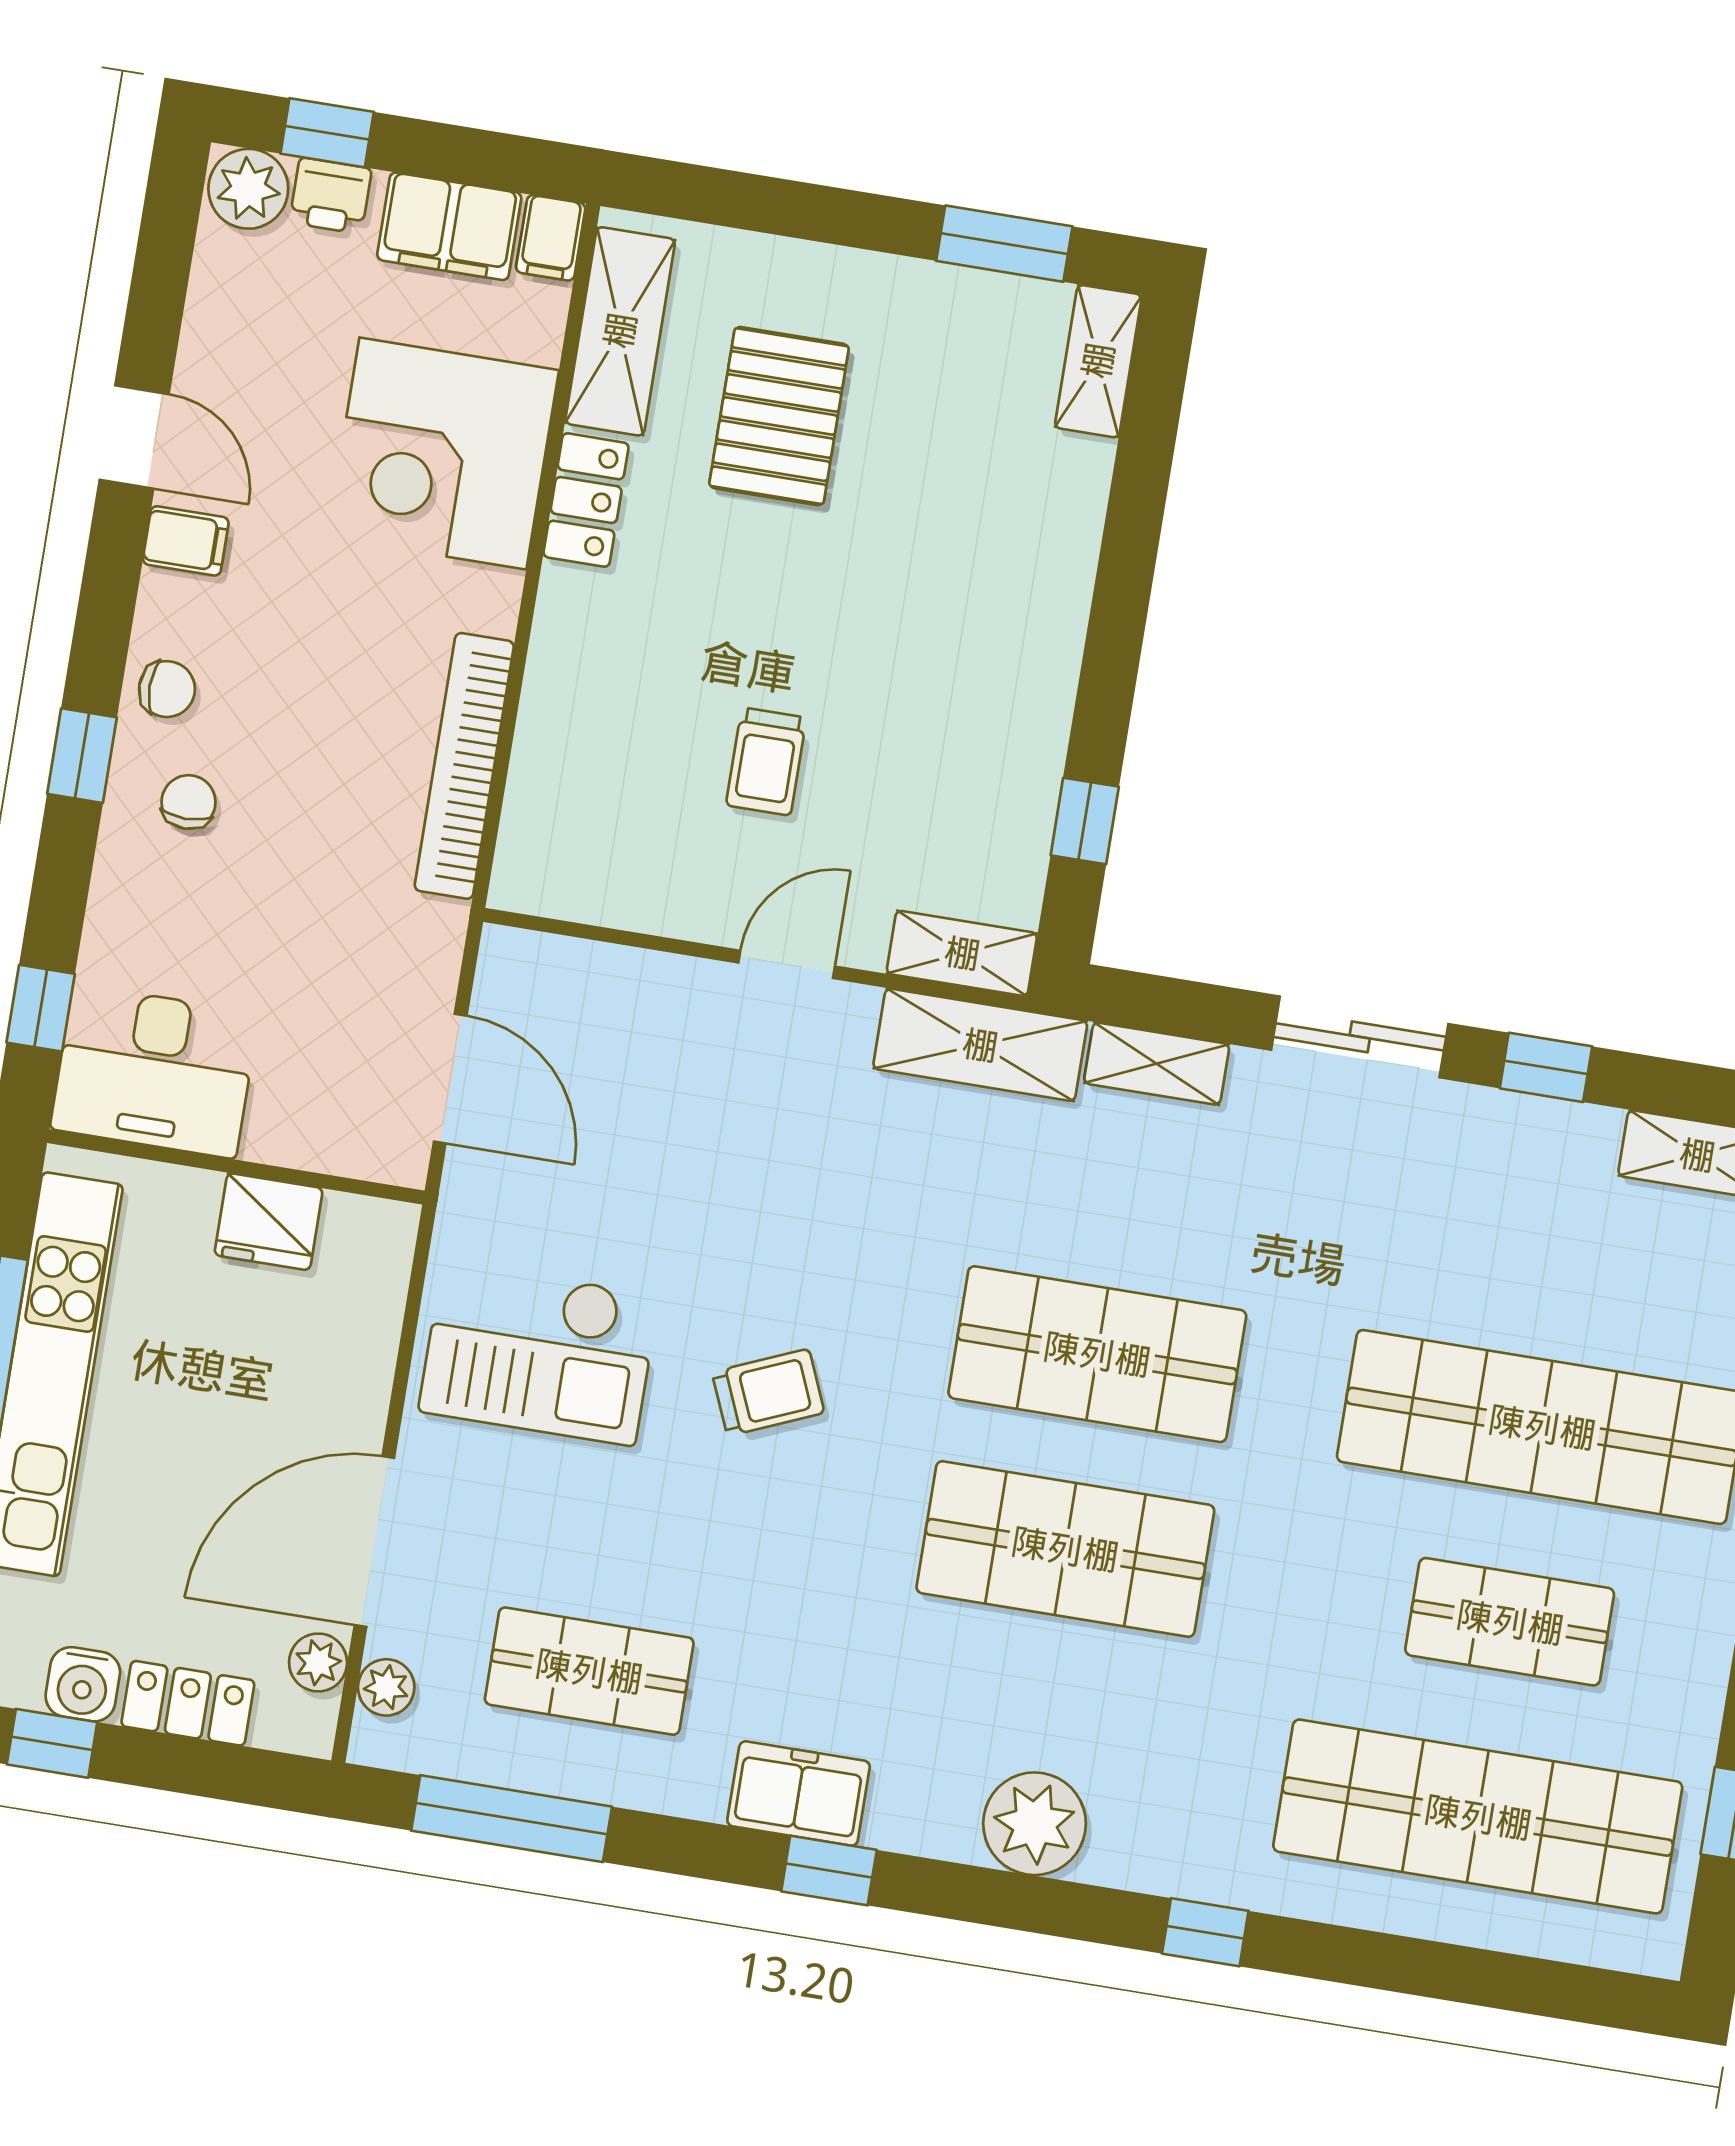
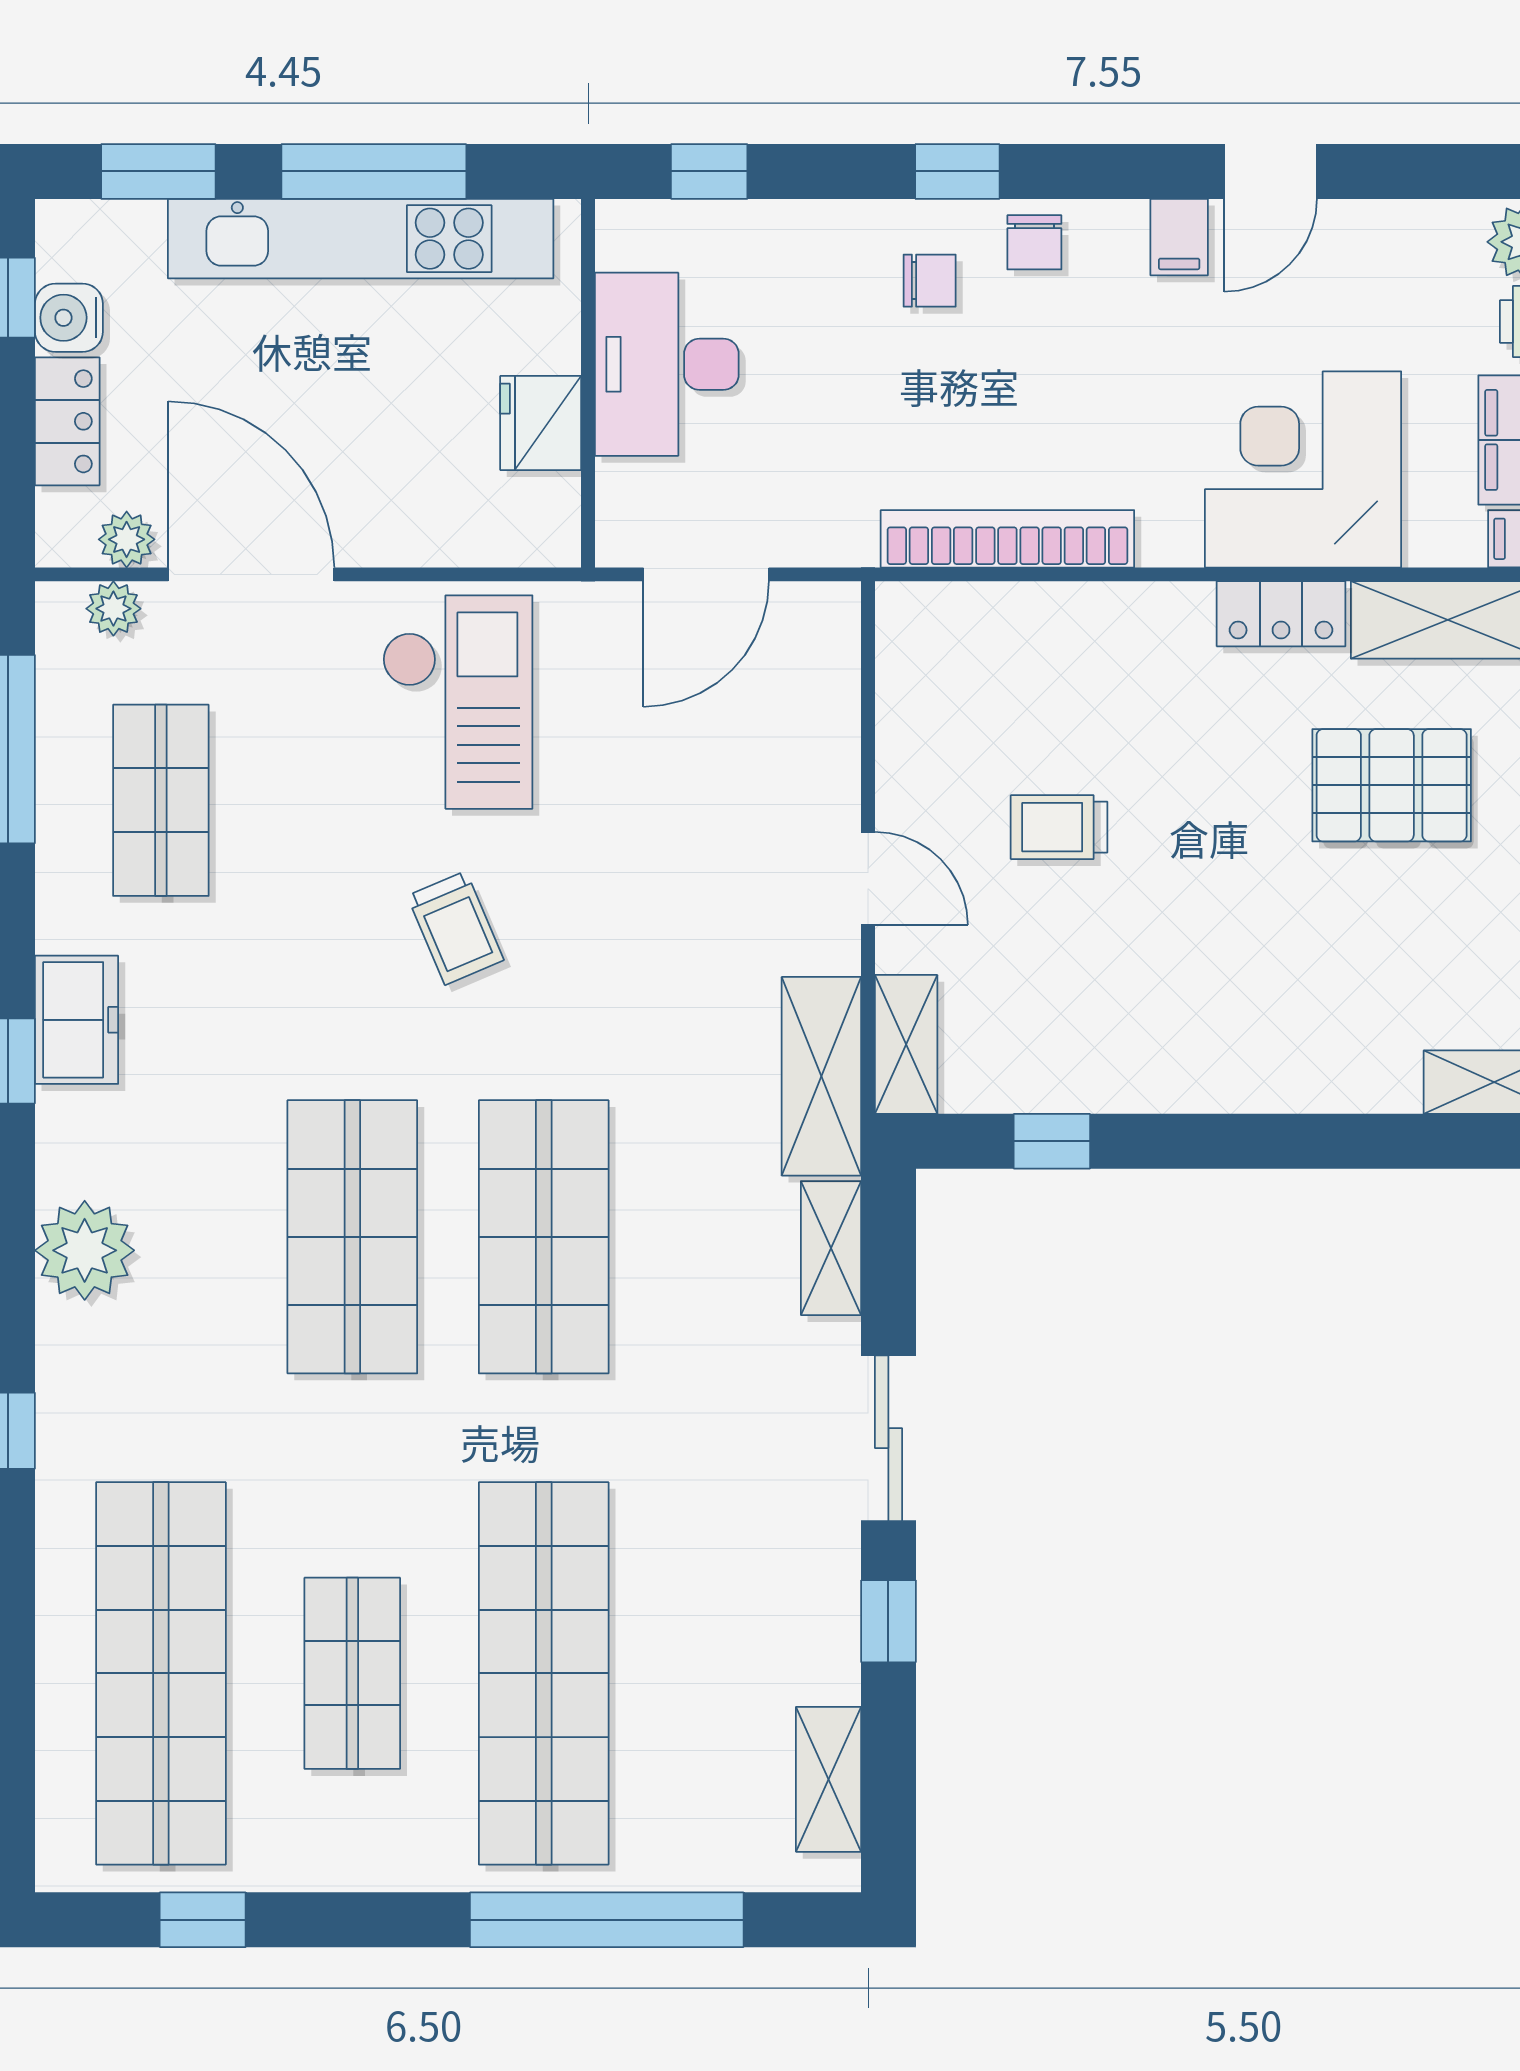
desk: (155, 1071) -> (667, 364), moved
checkout: (539, 1353) -> (457, 702), turned 180

